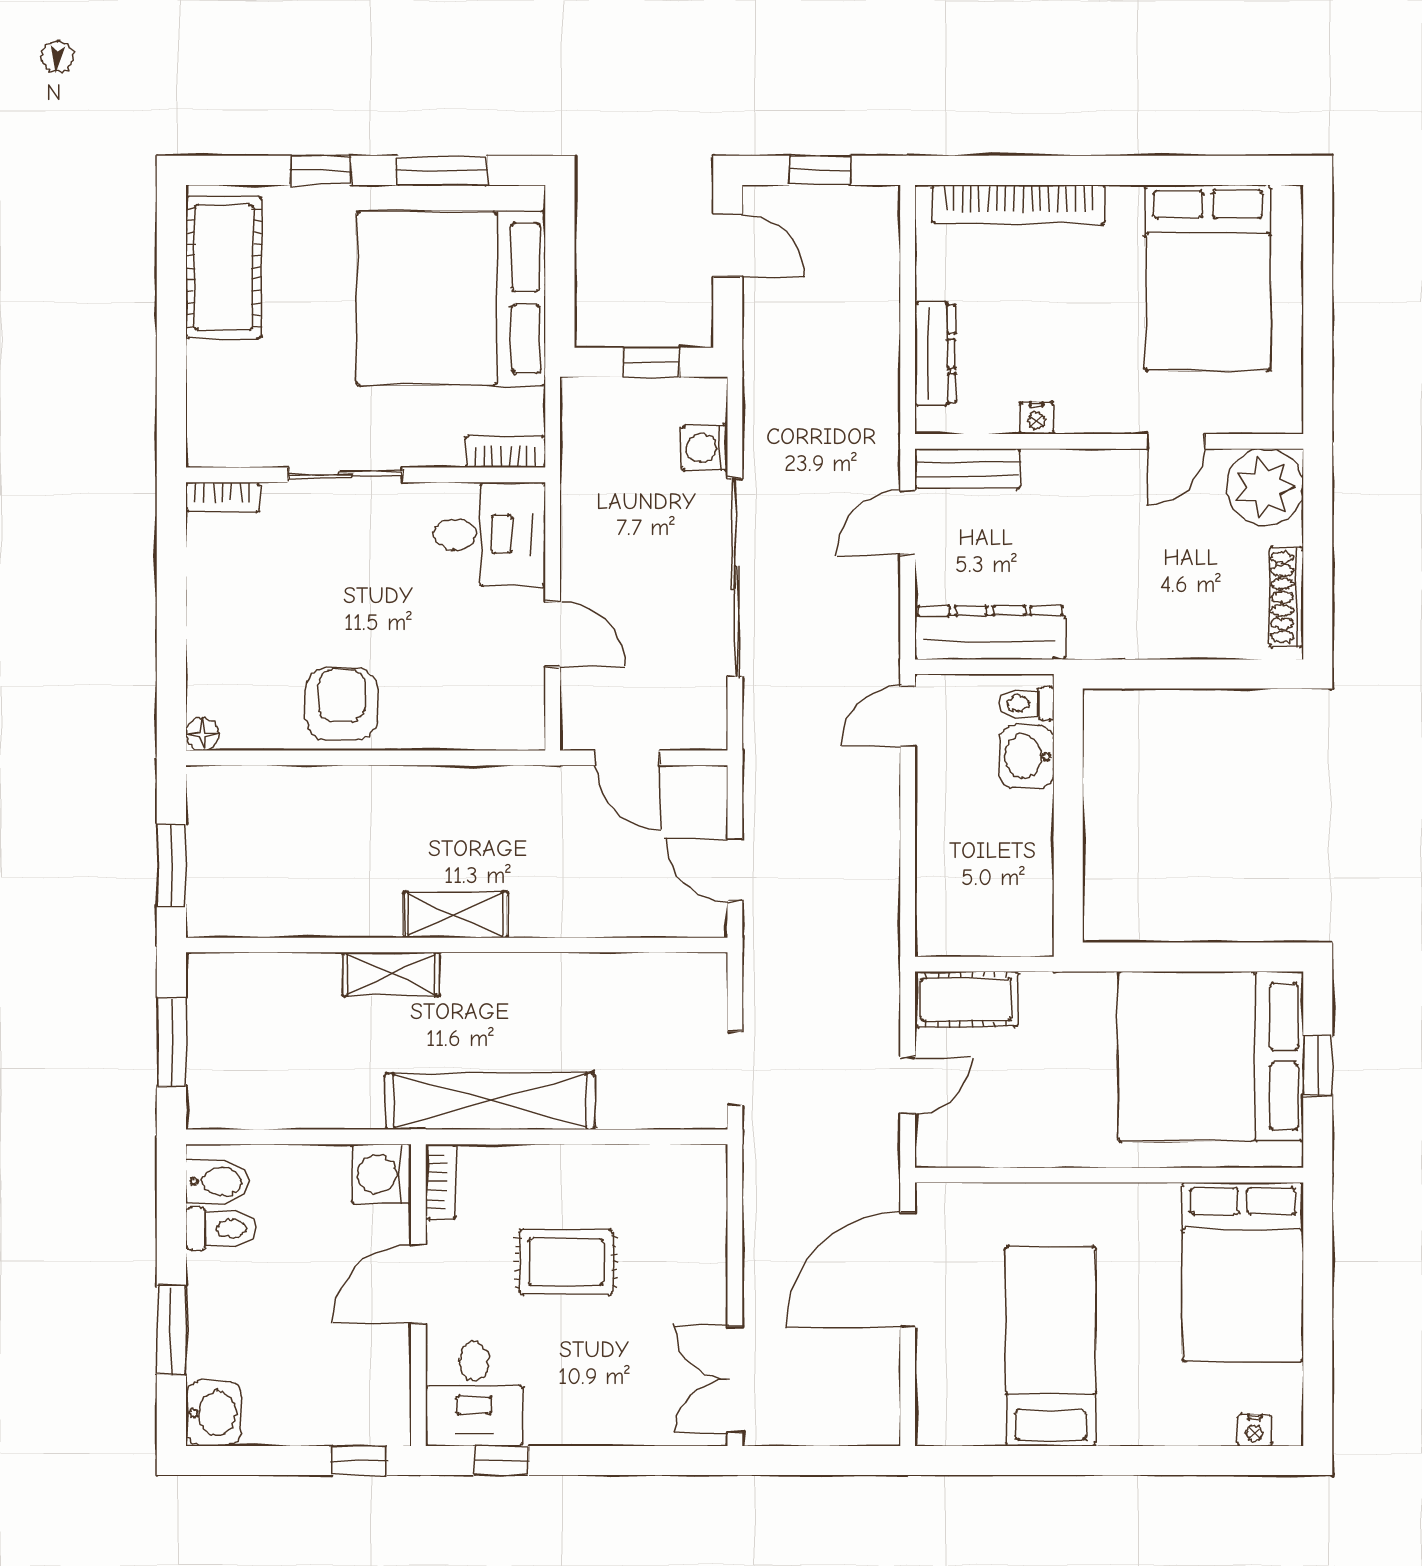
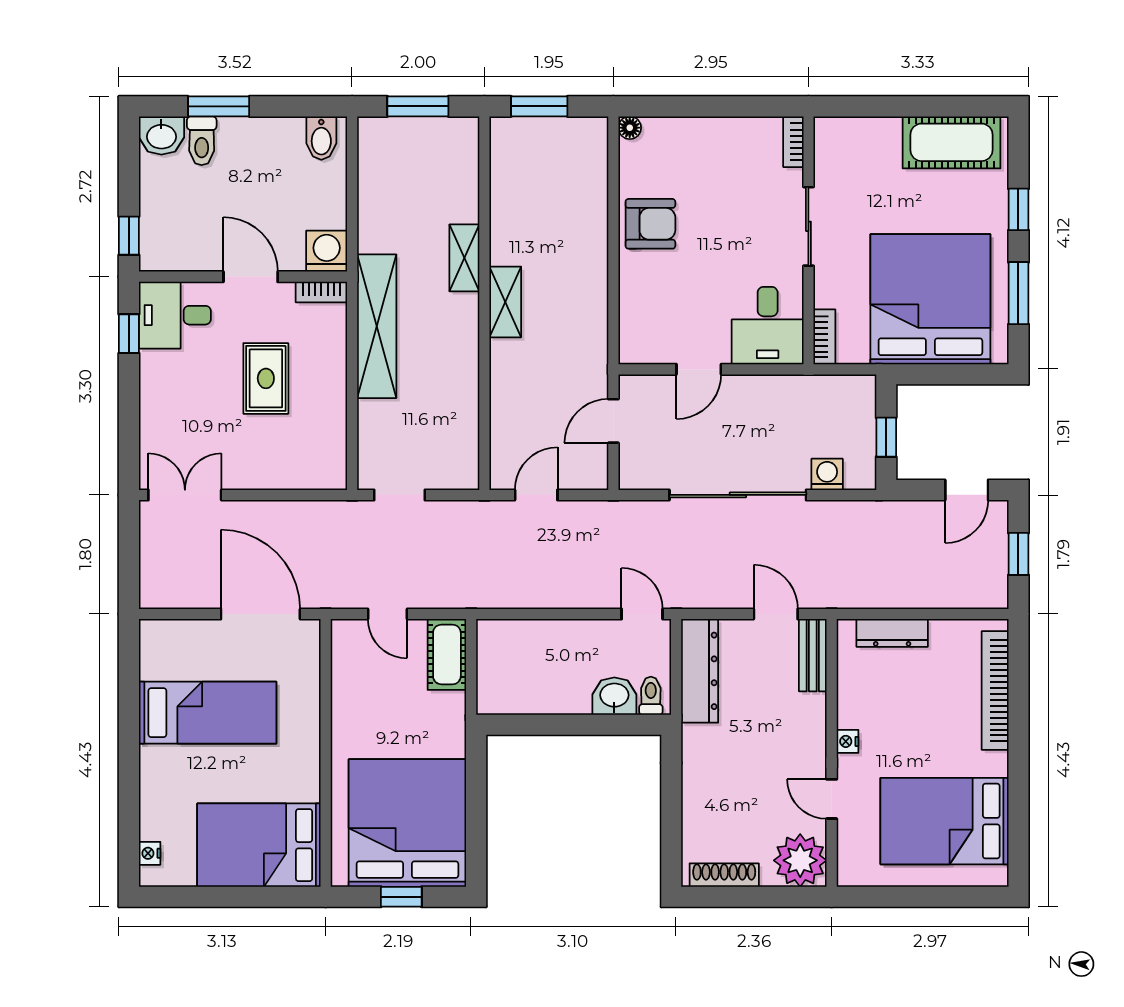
nightstand: (1037, 418) -> (848, 741), moved
toilet: (221, 1229) -> (202, 141), moved

